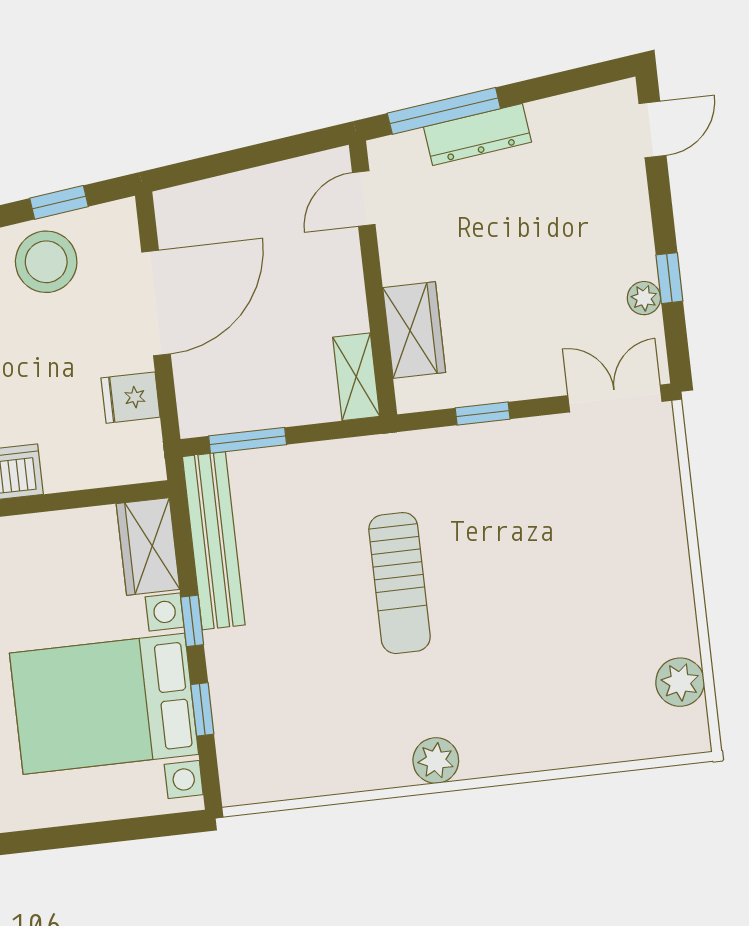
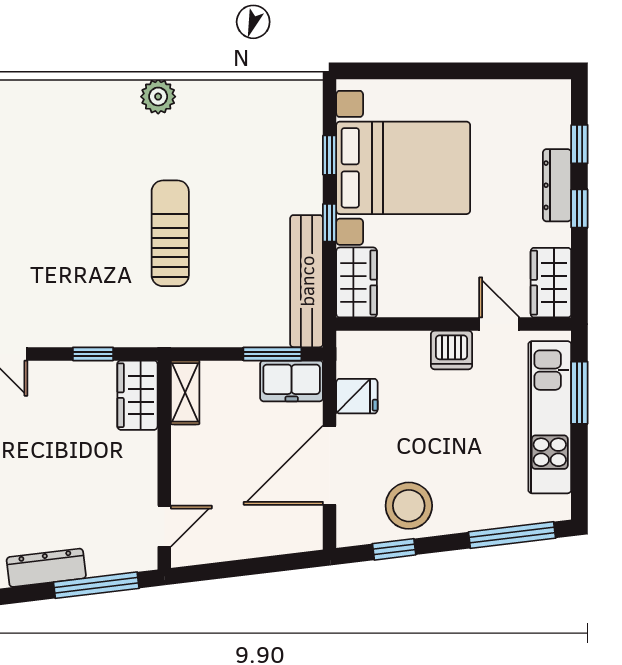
dresser: (477, 135) -> (46, 568), moved
wardrobe: (414, 330) -> (137, 395), moved
freezer: (218, 408) -> (292, 381), added

